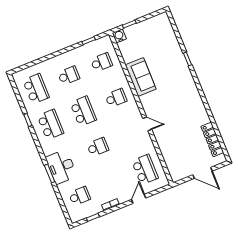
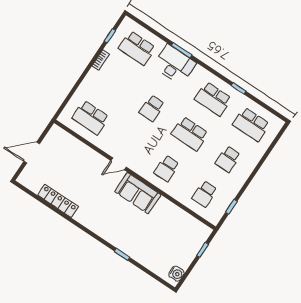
water cooler: (119, 36) -> (176, 274), moved
sofa: (141, 77) -> (138, 193), moved
locker: (212, 139) -> (58, 201), moved
school desk: (80, 196) -> (137, 48), width x1.85
door: (139, 199) -> (77, 85), removed

